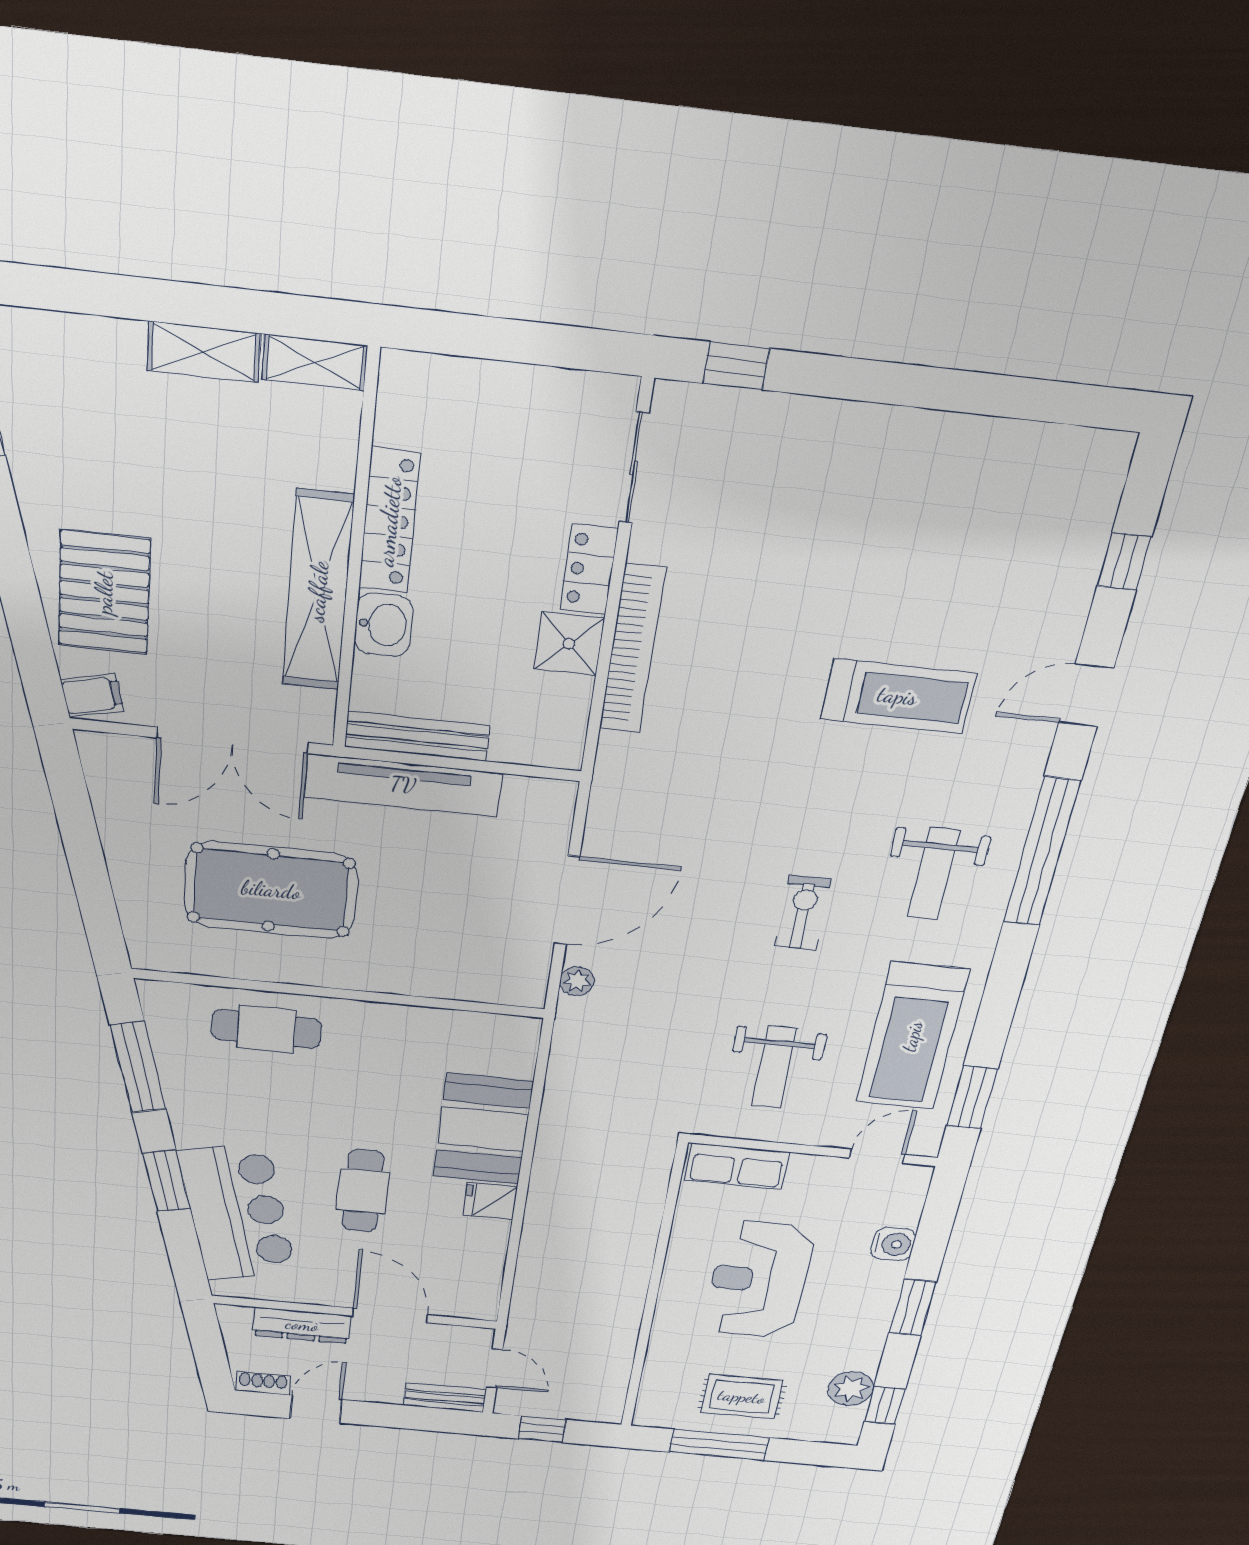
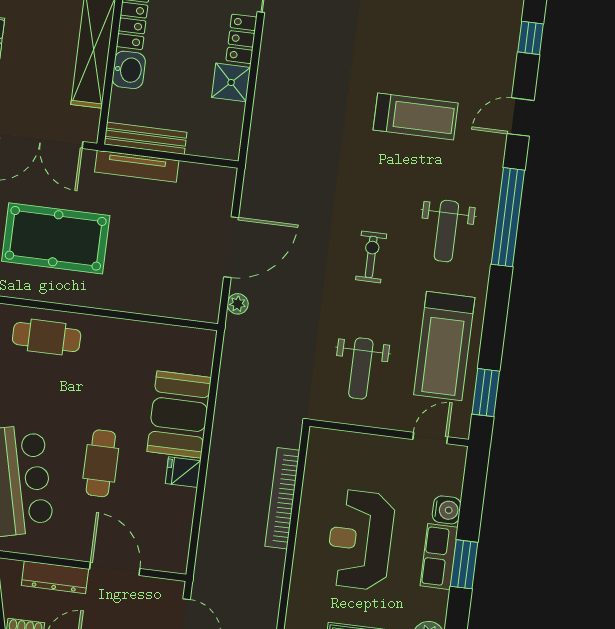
bookcase: (632, 649) -> (282, 498), moved, turned 180
tv unit: (403, 785) -> (137, 166), width x0.73, depth x0.78
row of seats: (737, 1166) -> (439, 557), moved, turned 90

